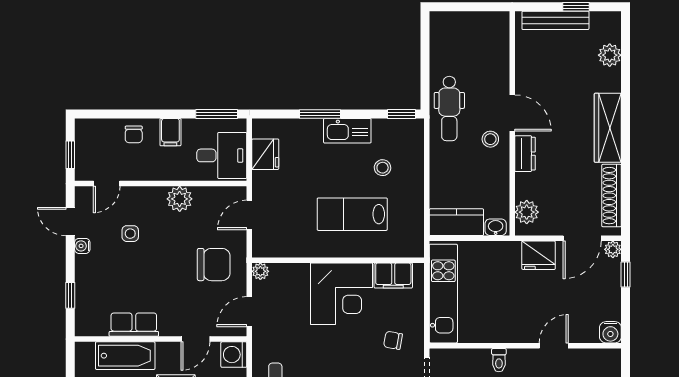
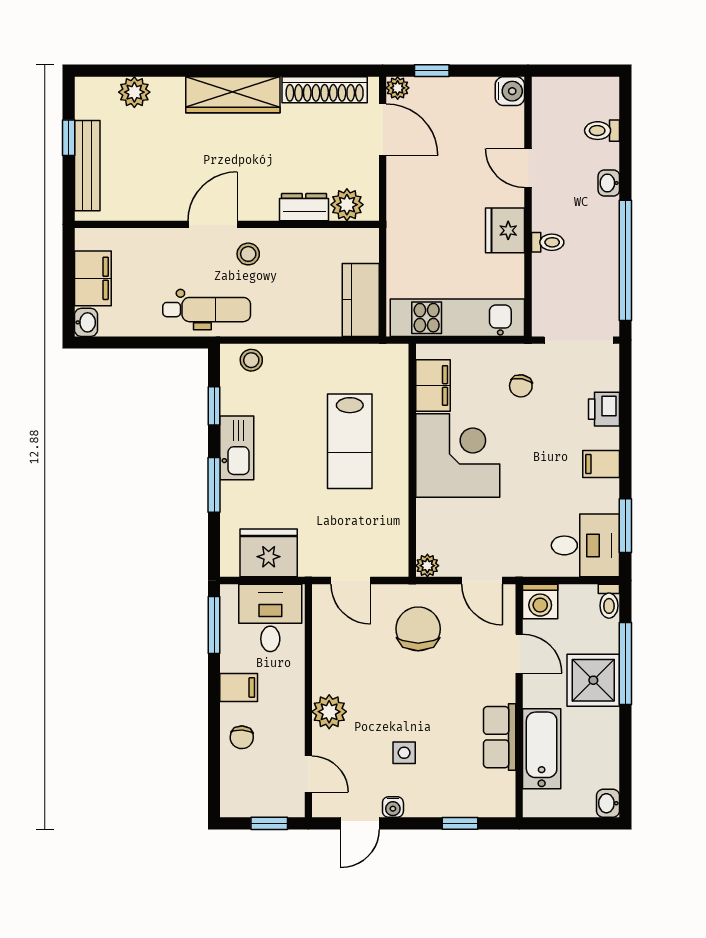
filing cabinet: (472, 25) -> (93, 278), added
window: (402, 114) -> (214, 406), moved
chair: (134, 134) -> (242, 737), turned 93
fridge: (265, 154) -> (269, 553), width x1.36, depth x1.34
dresser: (525, 154) -> (304, 207), moved
stool: (383, 168) -> (251, 360), moved
plant: (180, 199) -> (329, 712), moved
washbasin: (496, 227) -> (86, 322), moved, turned 180
side table: (130, 234) -> (404, 753), moved
fridge: (539, 255) -> (505, 230), moved, turned 180

